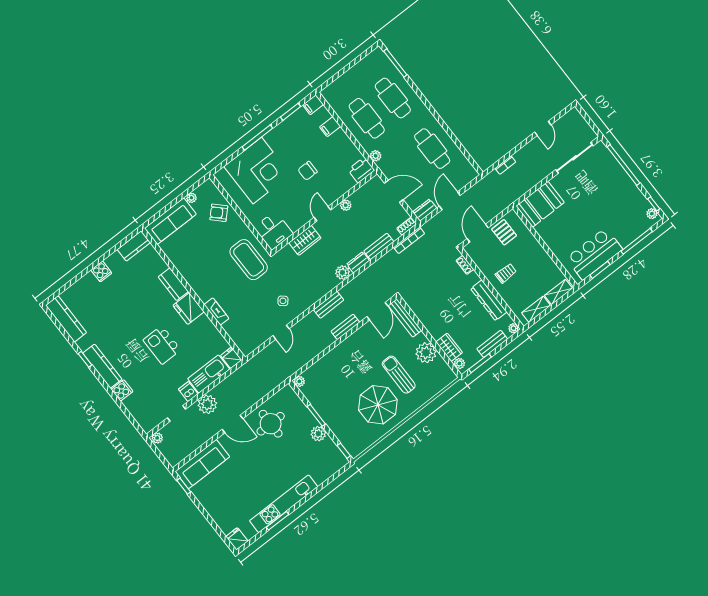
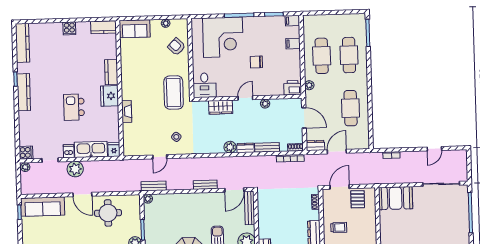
sofa: (170, 221) -> (135, 29), width x0.73
bench: (329, 305) -> (154, 186), moved
cooker: (122, 390) -> (26, 152), moved

